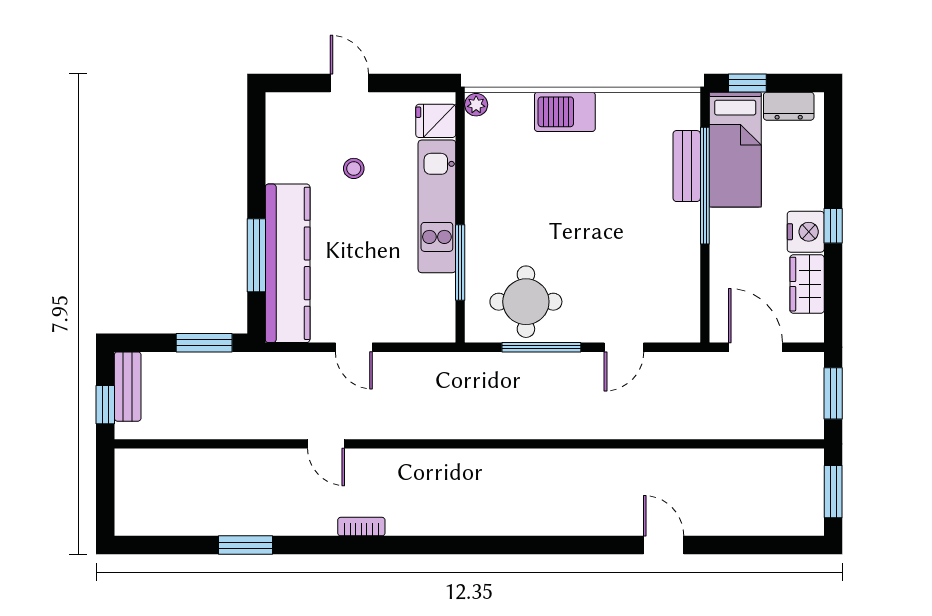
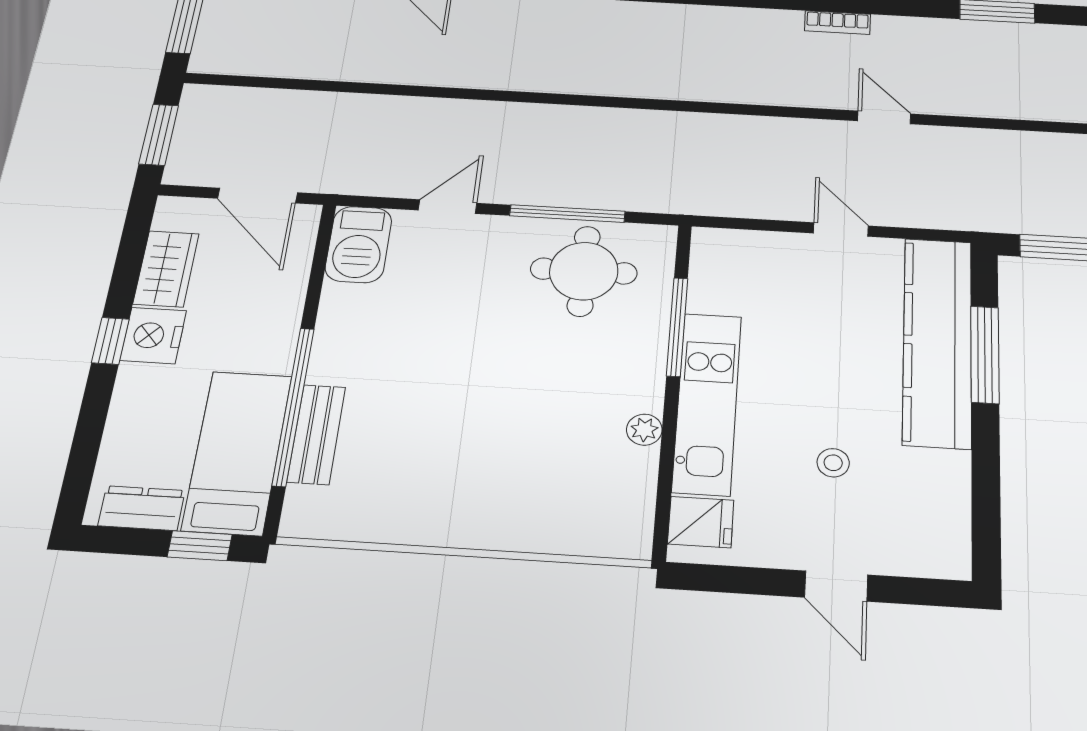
plant: (476, 105) -> (644, 430), moved
barbecue: (565, 112) -> (358, 244), moved, turned 90

